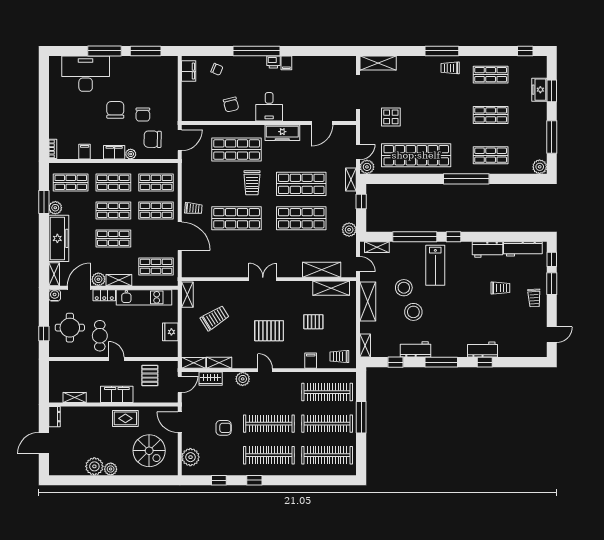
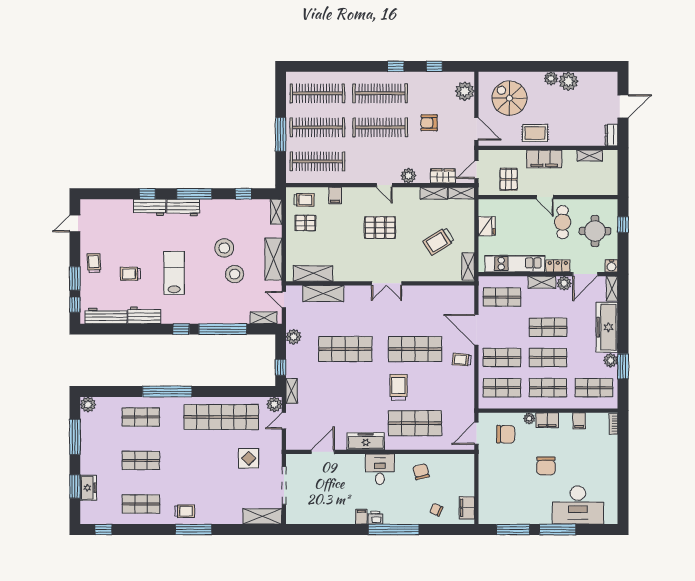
chair: (143, 115) -> (516, 461), removed
shop shelf: (301, 184) -> (345, 386), removed
lab bench: (435, 265) -> (174, 273), moved
pallet: (313, 322) -> (305, 223), moved
workbench: (415, 349) -> (183, 207), moved

